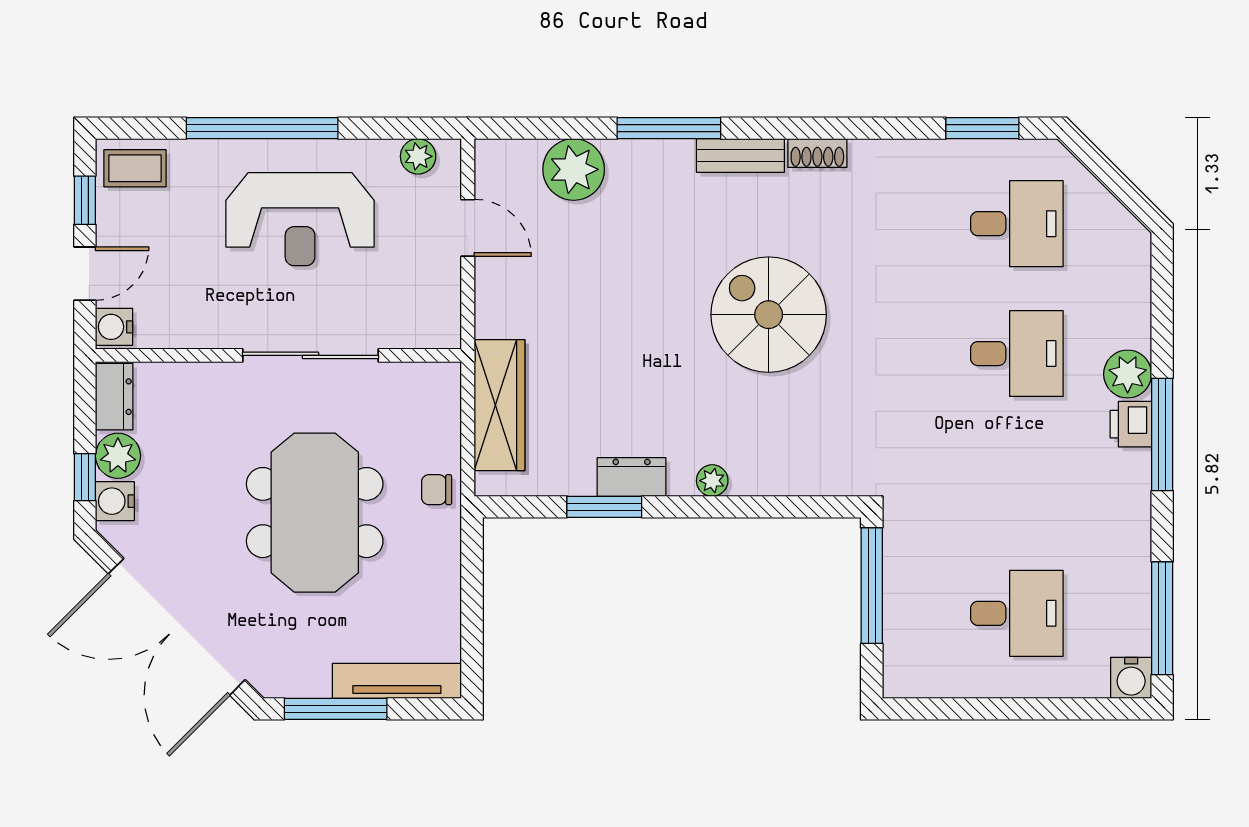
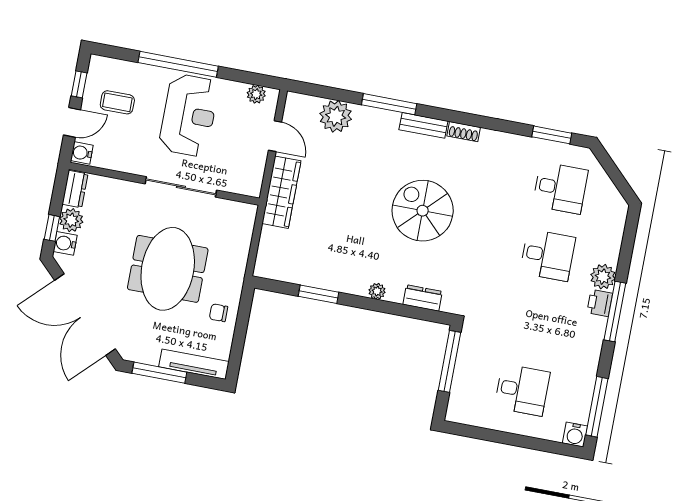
coffee table: (135, 168) -> (117, 102), moved
reception desk: (300, 219) -> (189, 115), turned -90
wardrobe: (499, 405) -> (281, 192), moved
dresser: (632, 477) -> (423, 298), moved
chair: (437, 490) -> (219, 313), moved

